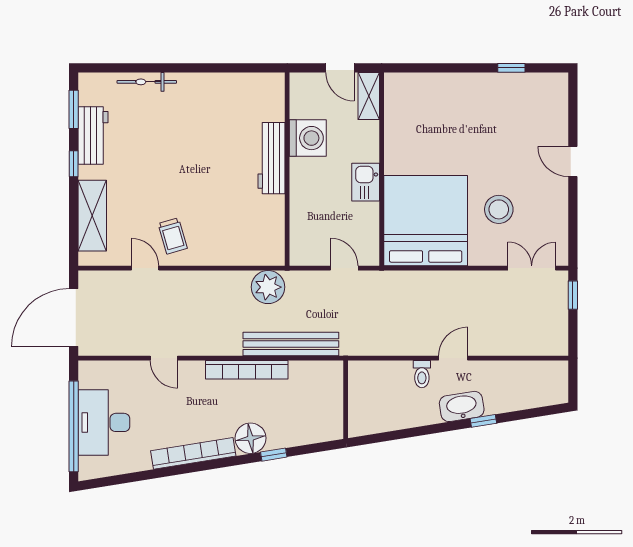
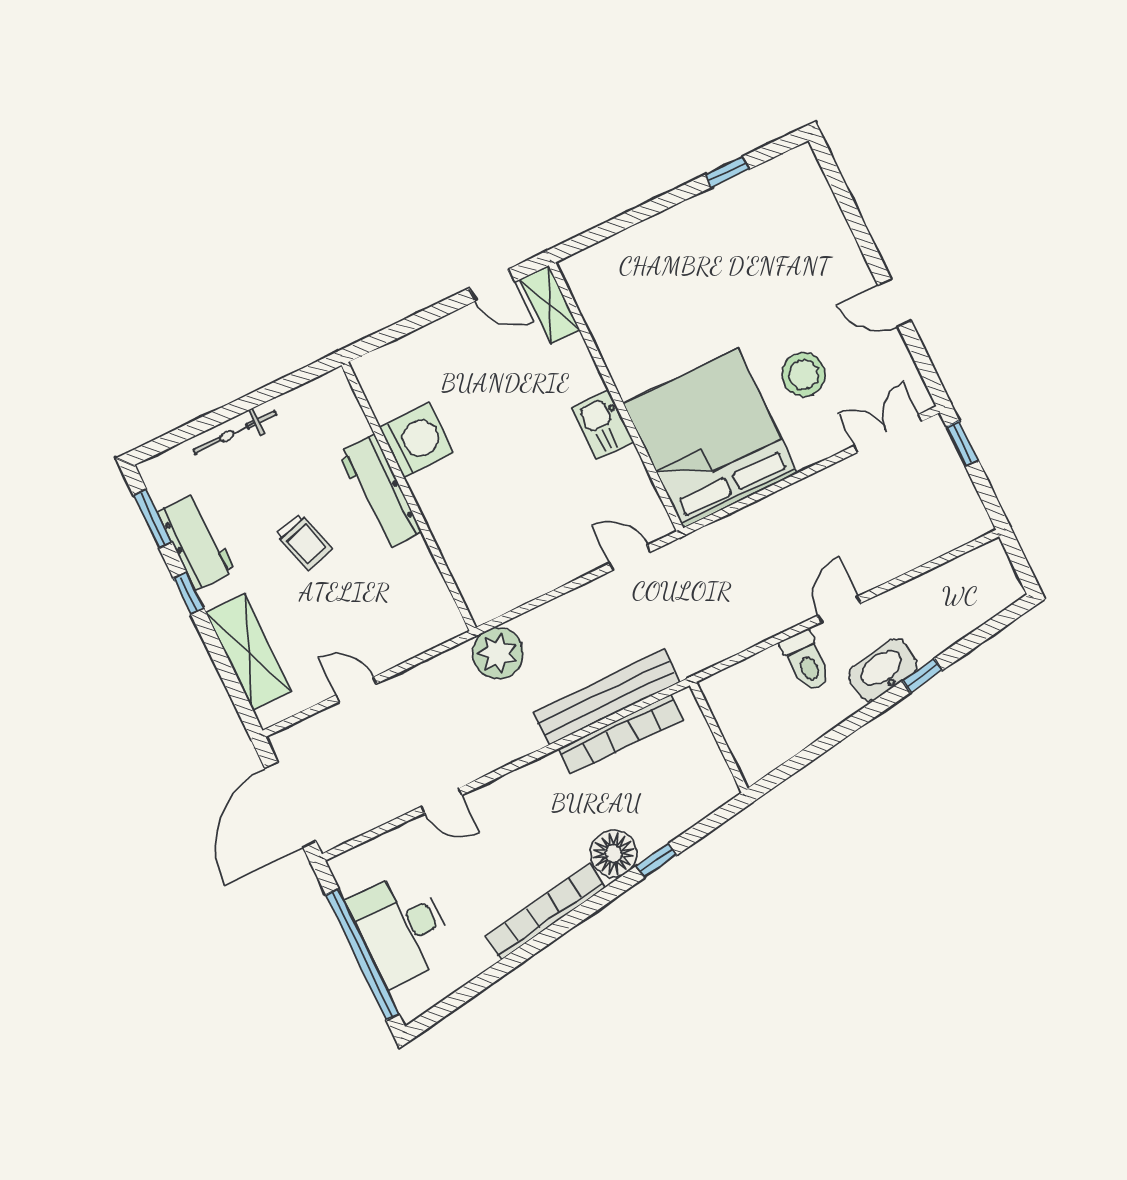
washing machine: (308, 138) -> (416, 440), moved
workbench: (272, 158) -> (380, 492), moved
door: (573, 161) -> (894, 303), moved
wall: (287, 169) -> (409, 497), moved
trolley: (173, 236) -> (304, 541), moved
plant: (268, 287) -> (498, 653), moved
bookcase: (247, 370) -> (621, 734), moved
toilet: (422, 374) -> (806, 661), width x1.37, depth x1.39

